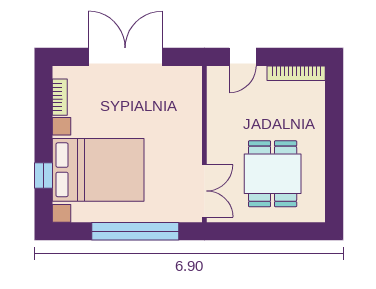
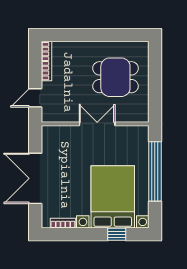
door: (243, 57) -> (35, 98), swing flipped
double door: (204, 191) -> (97, 124), moved

